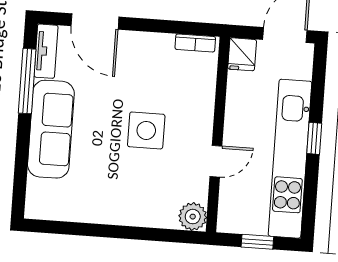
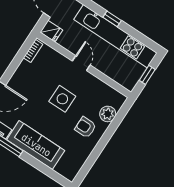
door: (216, 161) -> (81, 63), moved
armchair: (122, 191) -> (85, 127), added
plant: (193, 217) -> (108, 114), moved

